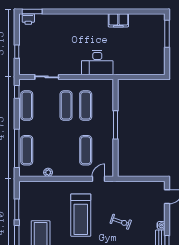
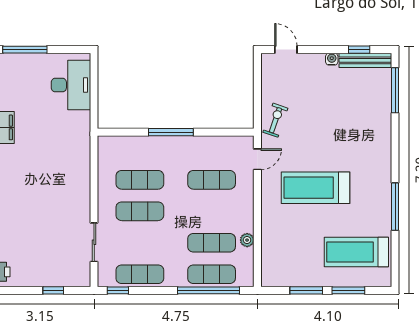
desk: (97, 63) -> (71, 85), moved
exercise mat: (46, 150) -> (212, 243), added
door: (99, 179) -> (257, 159), swing flipped
treadmill: (81, 215) -> (315, 188), turned 180
exercise bike: (121, 222) -> (275, 120), moved

